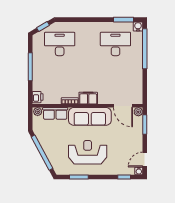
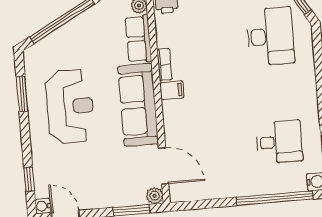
desk: (115, 44) -> (279, 142), width x0.73
filing cabinet: (88, 98) -> (172, 90), width x0.50
door: (123, 106) -> (164, 166), swing flipped

